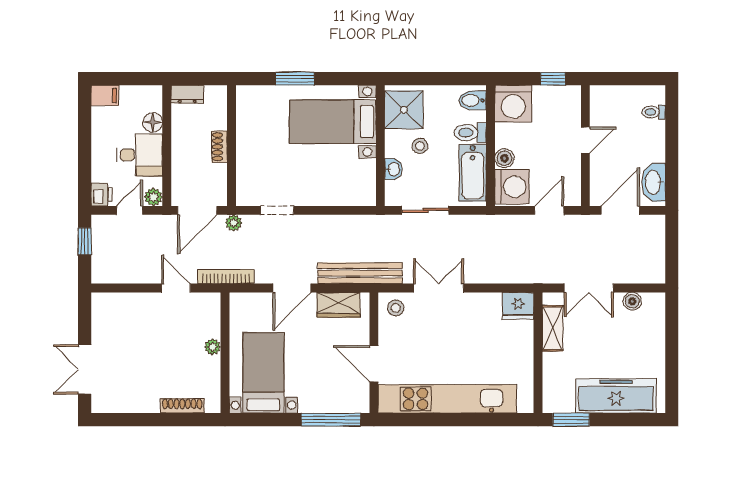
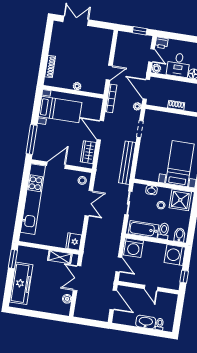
boiler: (504, 158) -> (148, 246), removed
washbasin: (654, 182) -> (146, 322), moved
bench: (360, 273) -> (127, 163), moved

